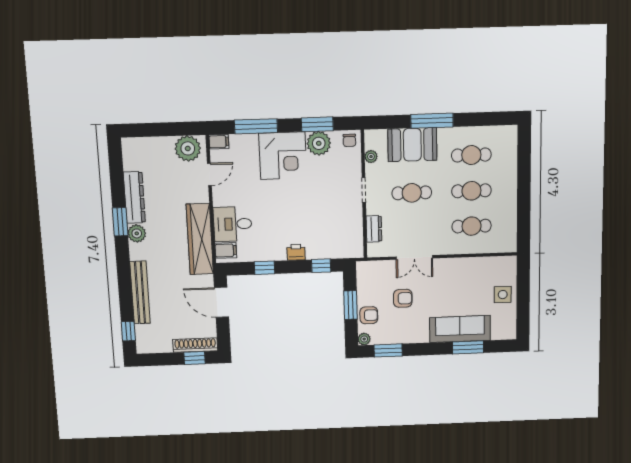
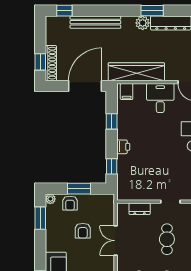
desk: (233, 224) -> (160, 98), moved
door: (222, 302) -> (85, 86), width x1.36

